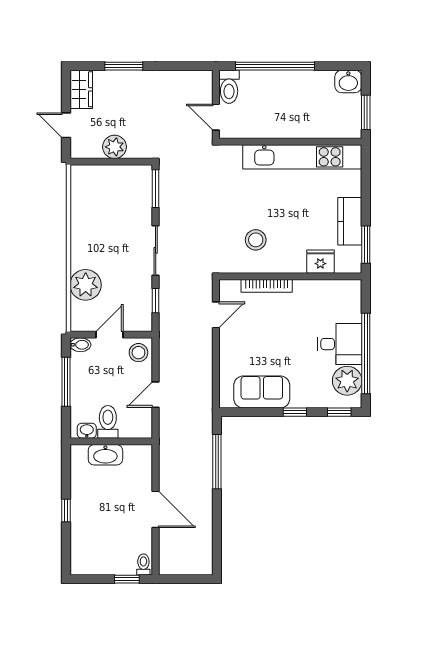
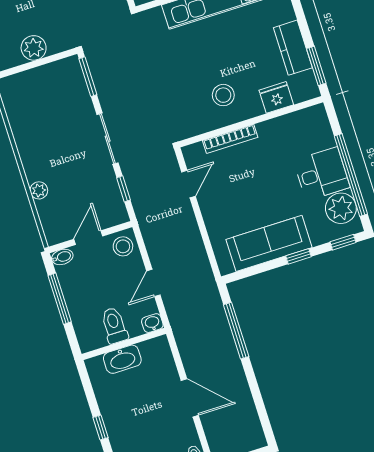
stool: (256, 240) -> (223, 95), moved
plant: (86, 285) -> (39, 190), width x0.53, depth x0.53
sofa: (262, 392) -> (269, 243), width x1.36
washbasin: (87, 431) -> (152, 323), moved

